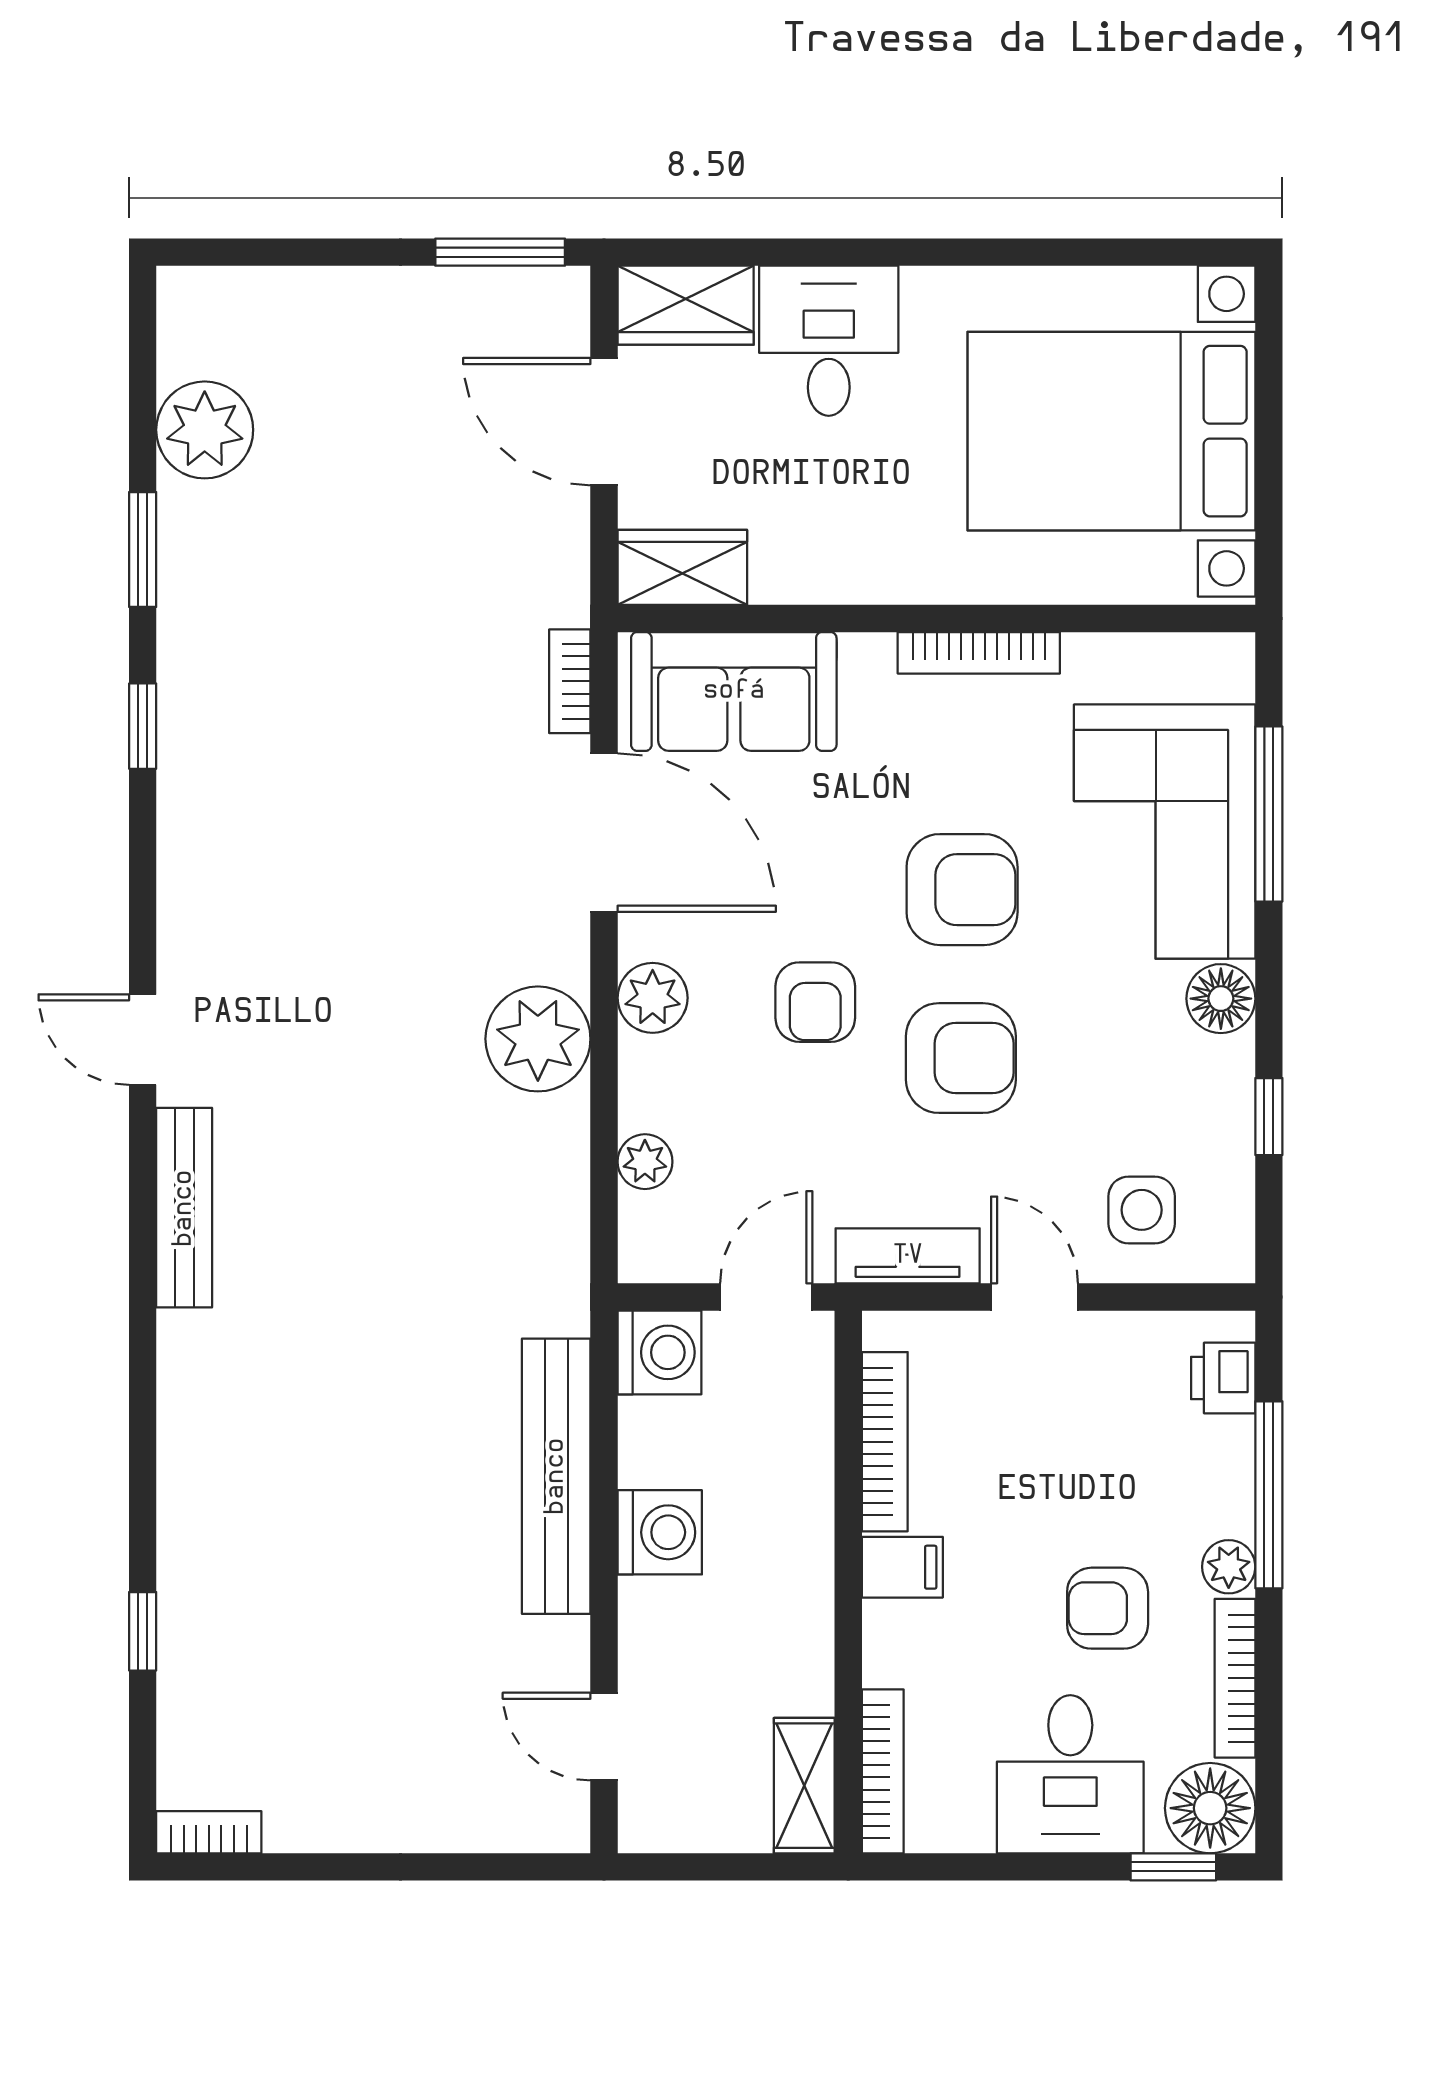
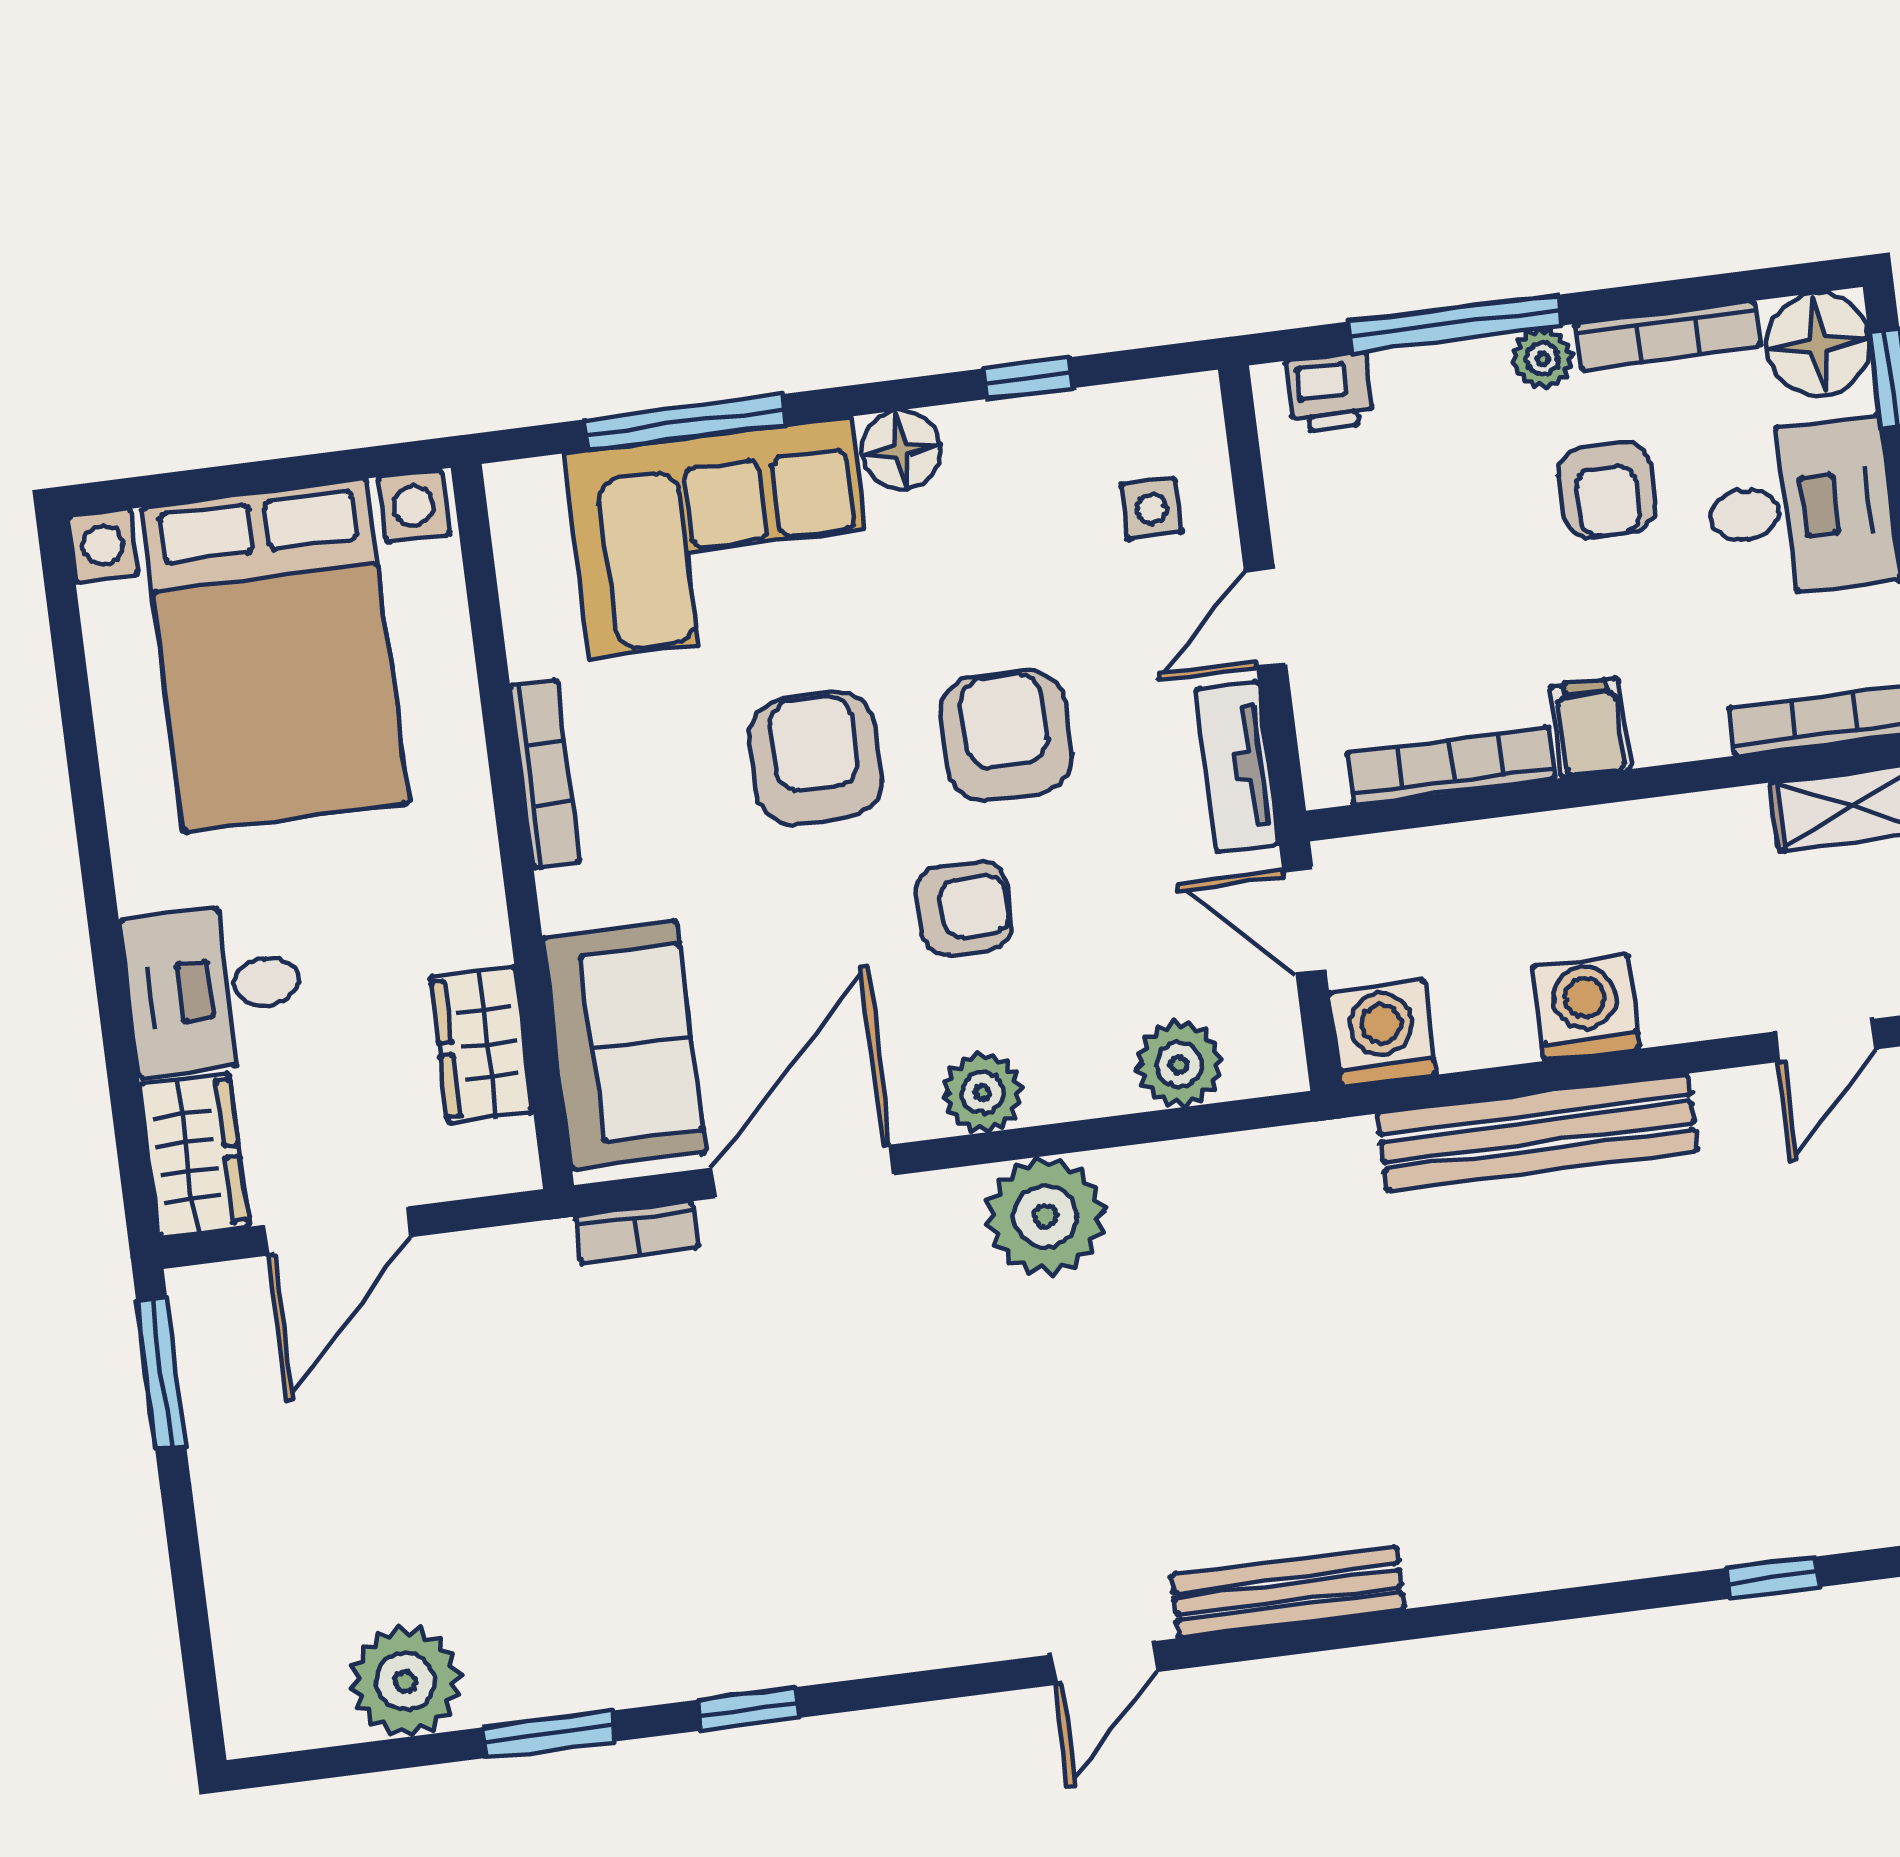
wardrobe: (682, 567) -> (482, 1045), moved
plant: (645, 1162) -> (1179, 1064), width x1.38, depth x1.38
side table: (1142, 1210) -> (1152, 509), width x0.73, depth x0.73

